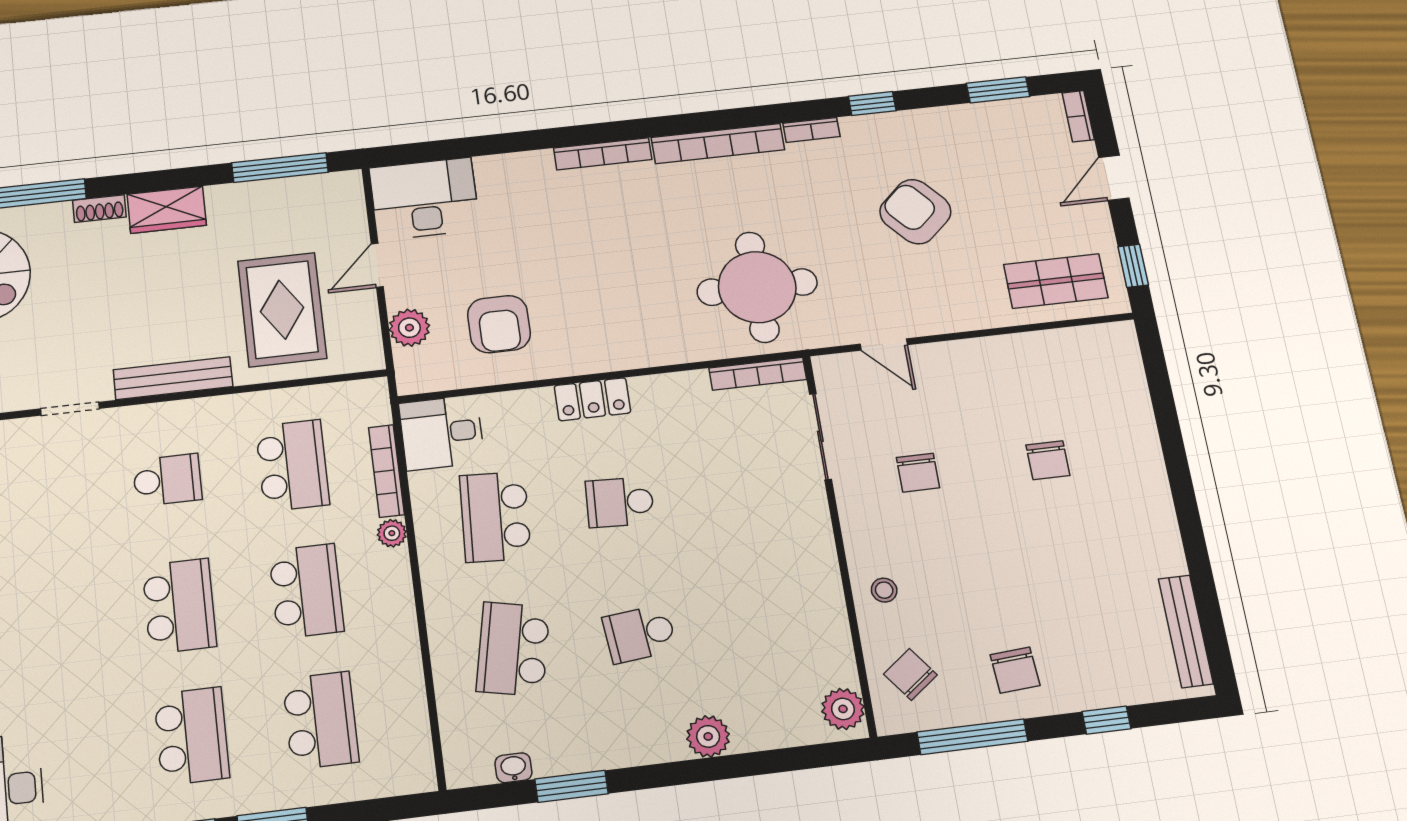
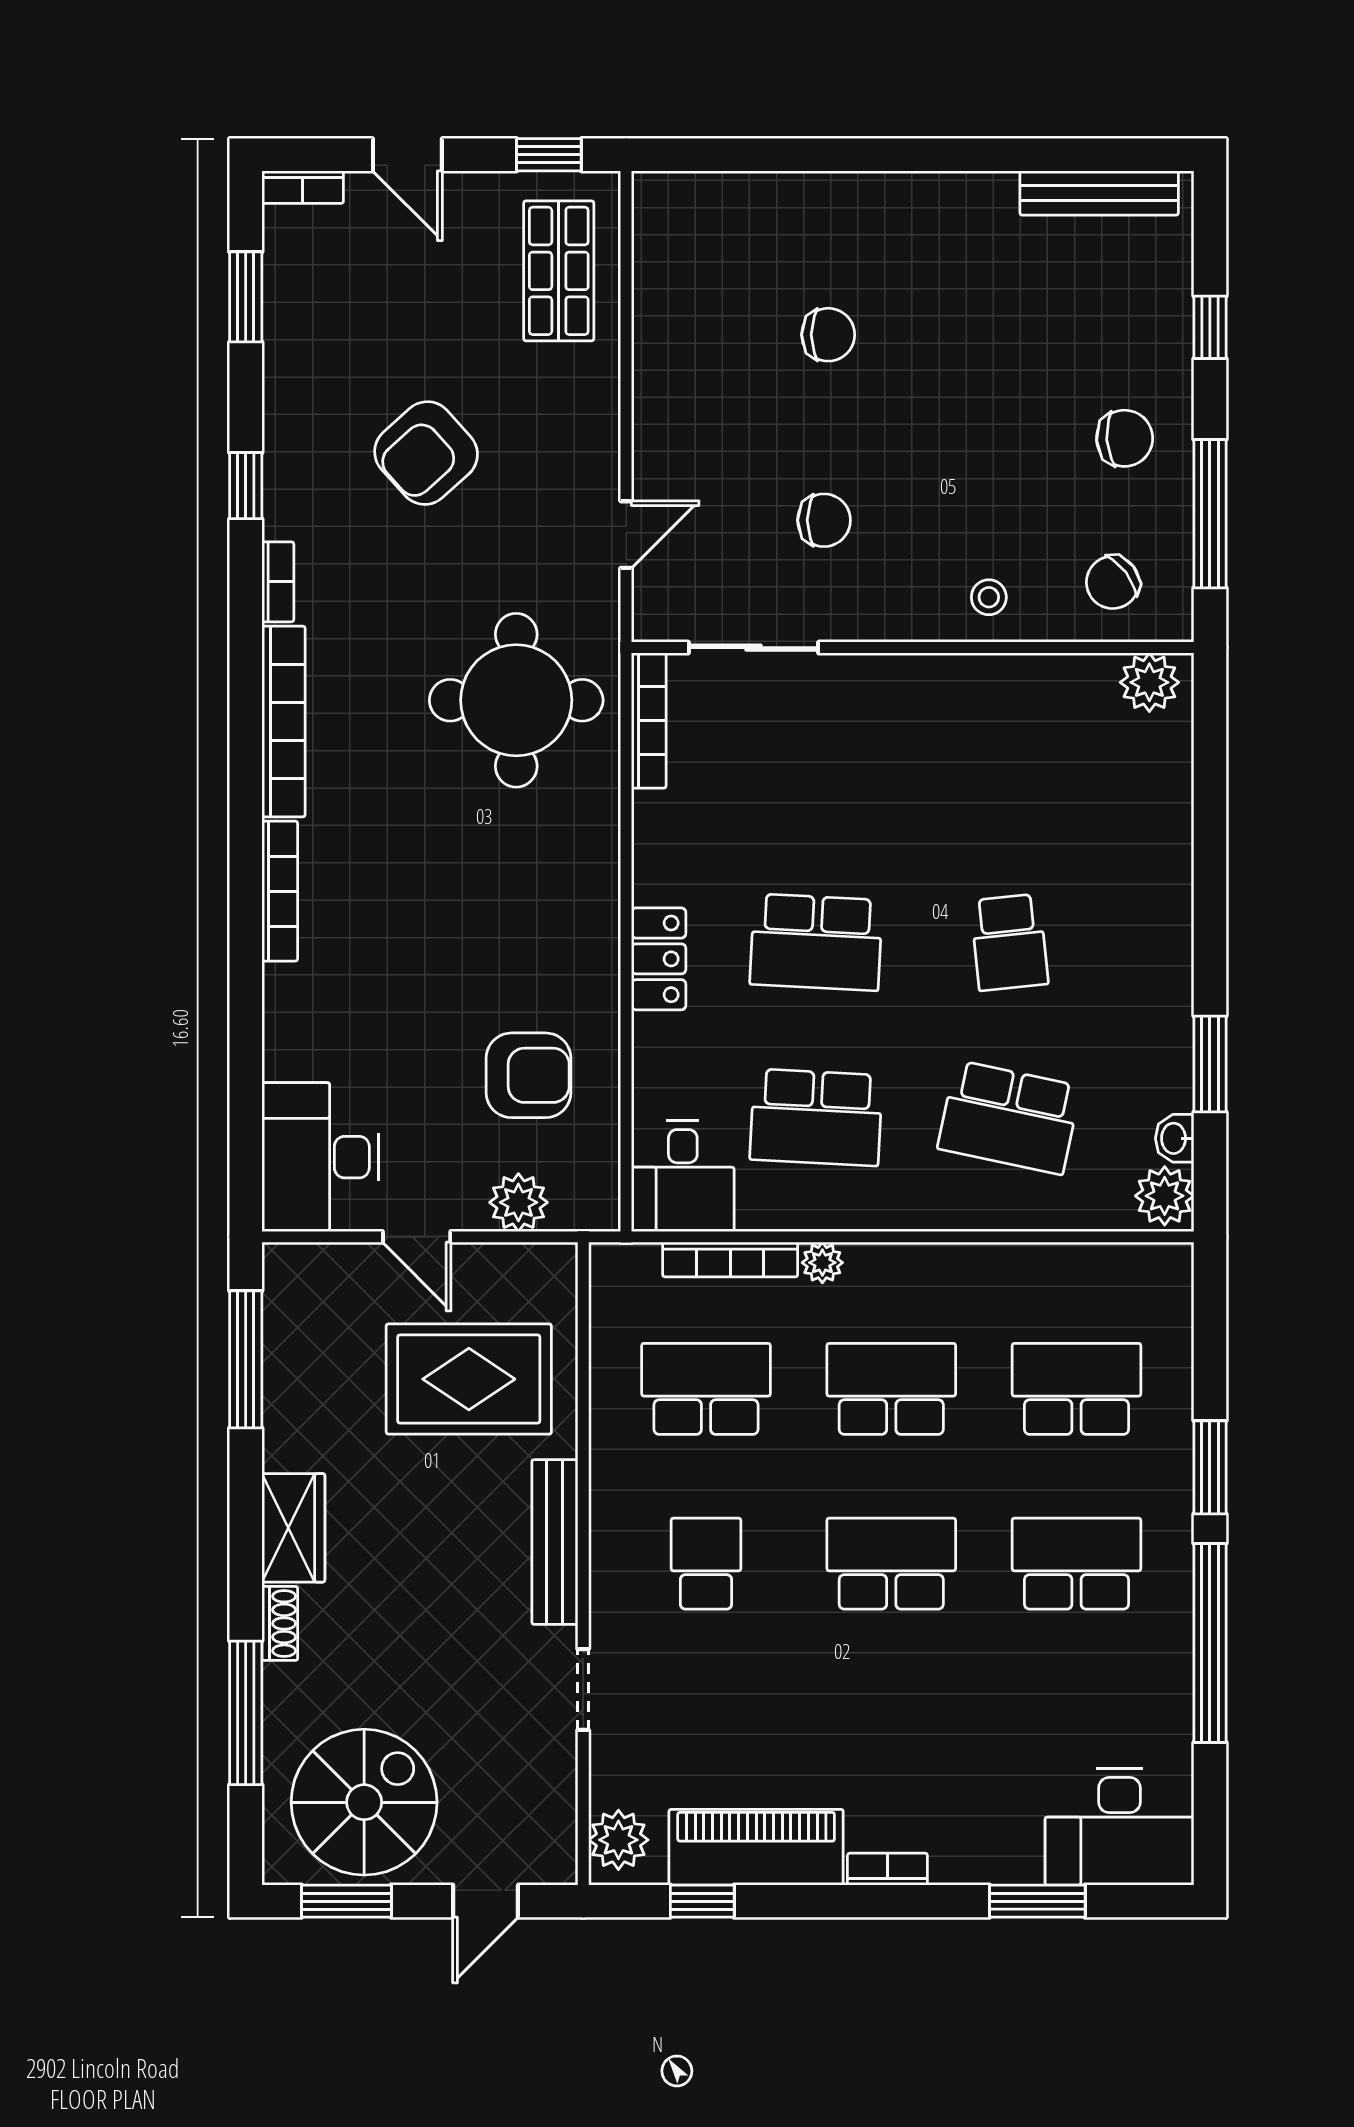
school desk: (620, 502) -> (816, 942), width x1.85
plant: (708, 736) -> (1165, 1196), moved

